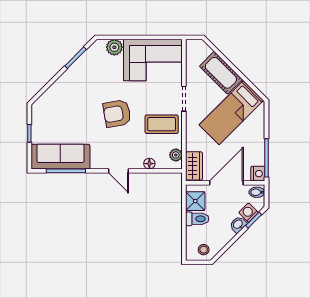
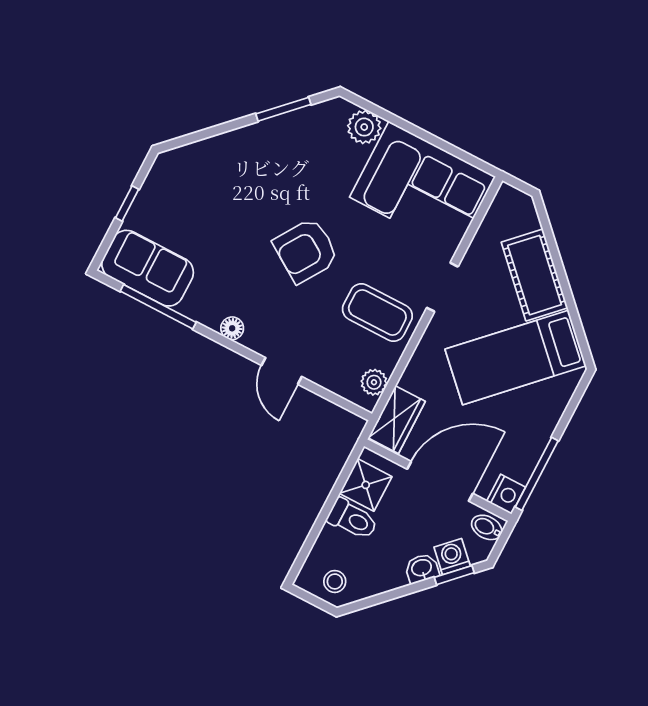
armchair: (117, 114) -> (306, 251), turned -47
sofa: (60, 157) -> (148, 268), width x0.73
floor lamp: (149, 164) -> (232, 328), moved
door: (119, 171) -> (282, 371), moved

